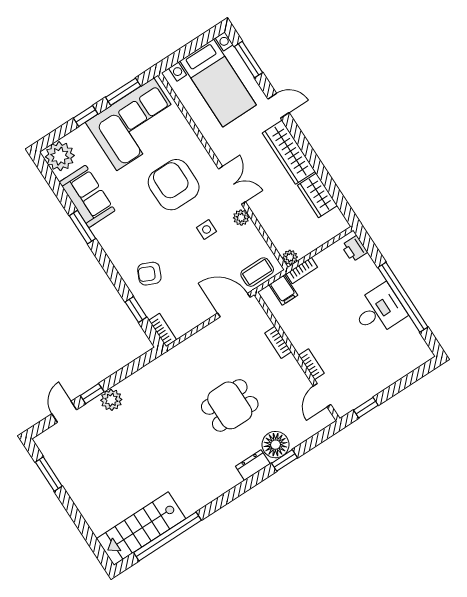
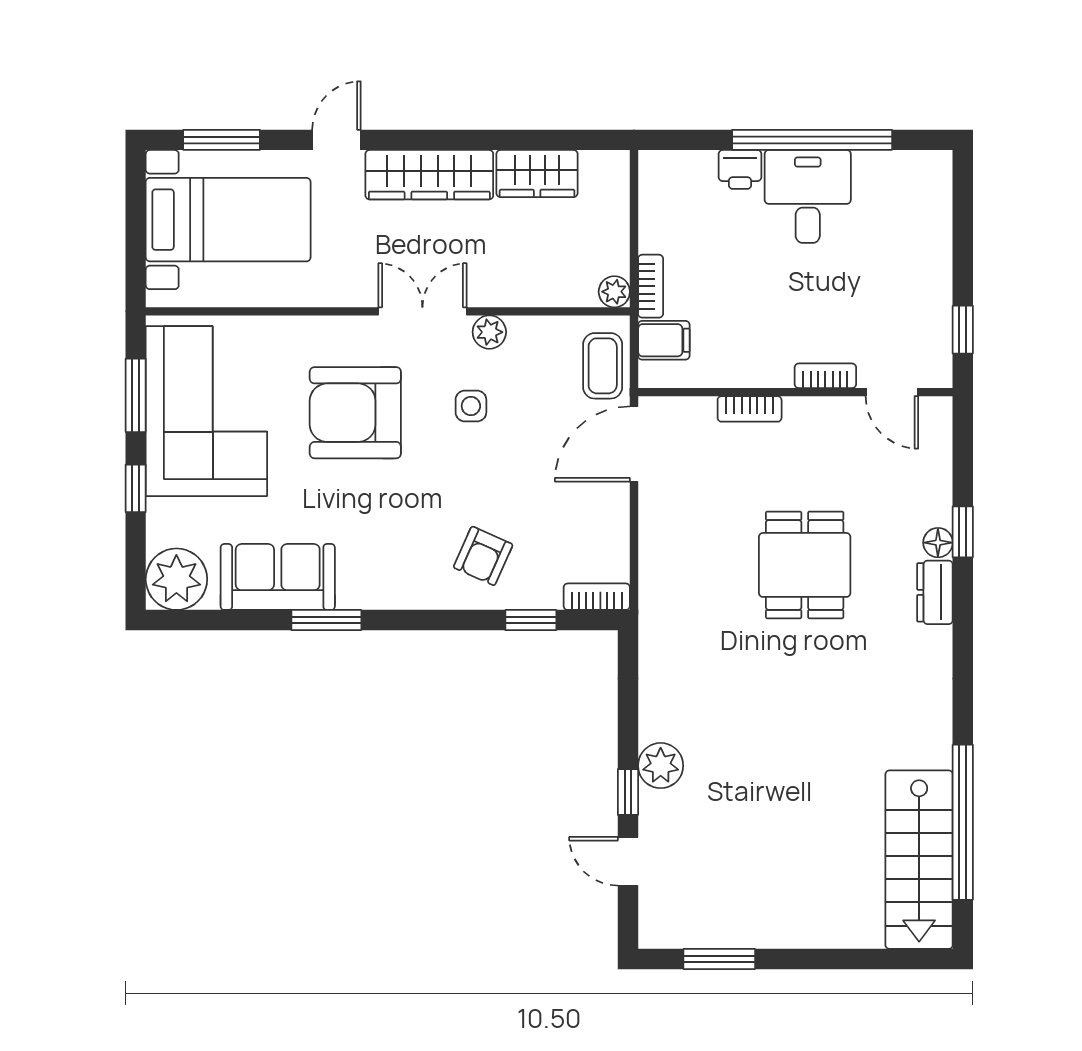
printer: (354, 249) -> (740, 169), moved
floor lamp: (275, 445) -> (938, 543), width x0.53, depth x0.53

